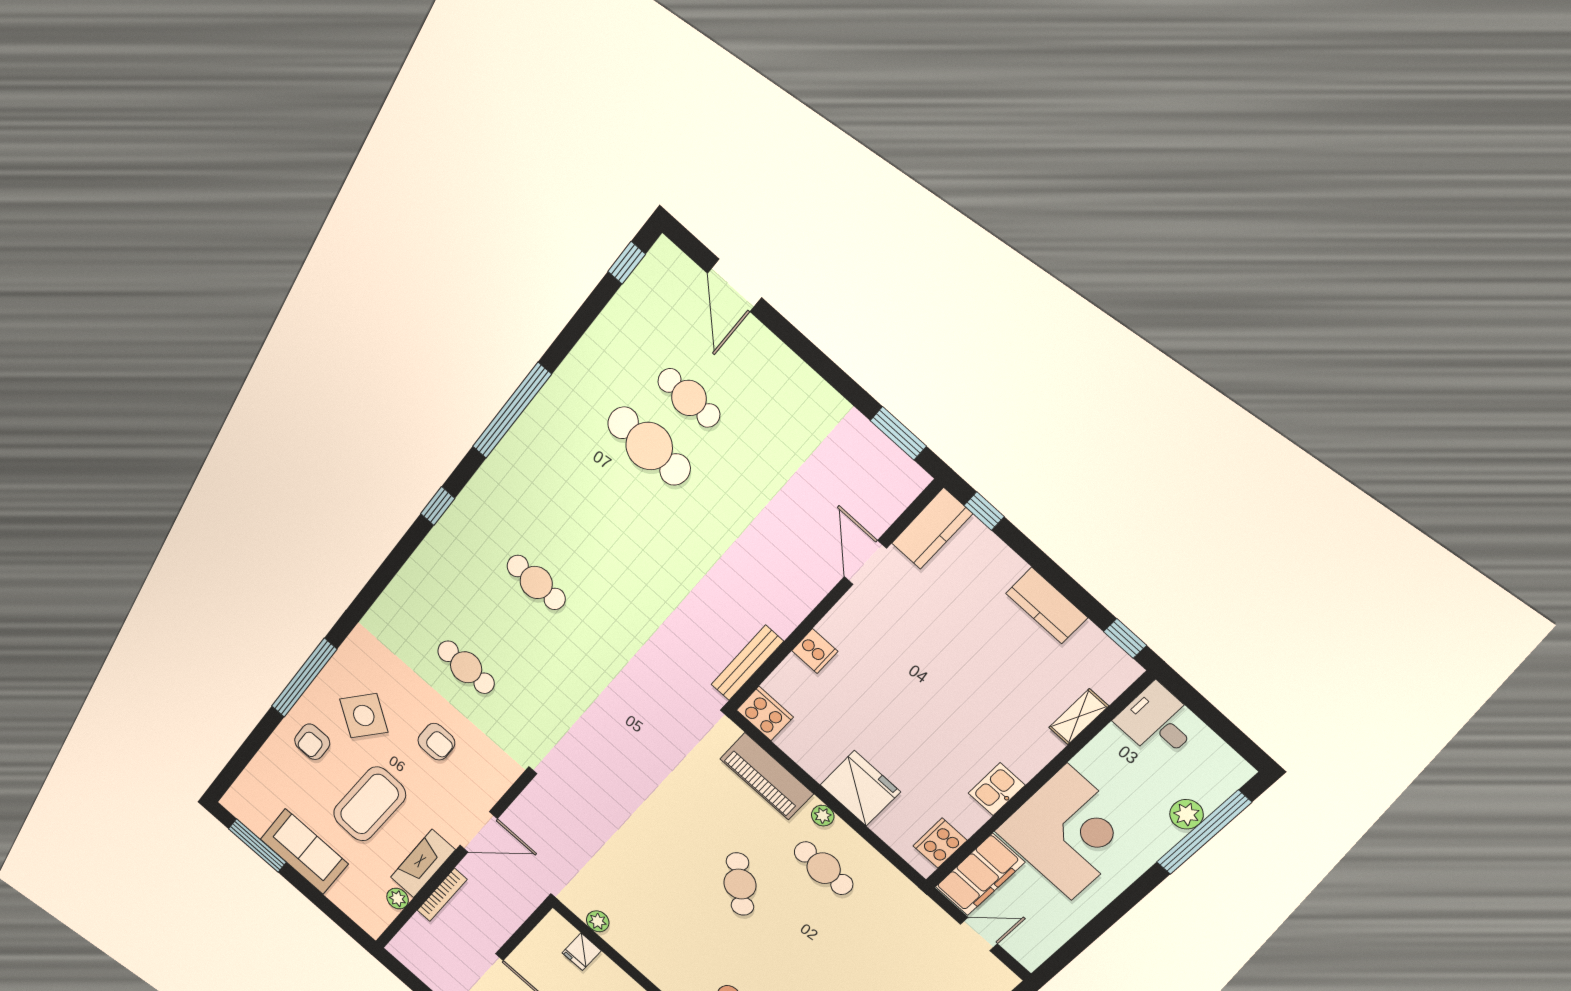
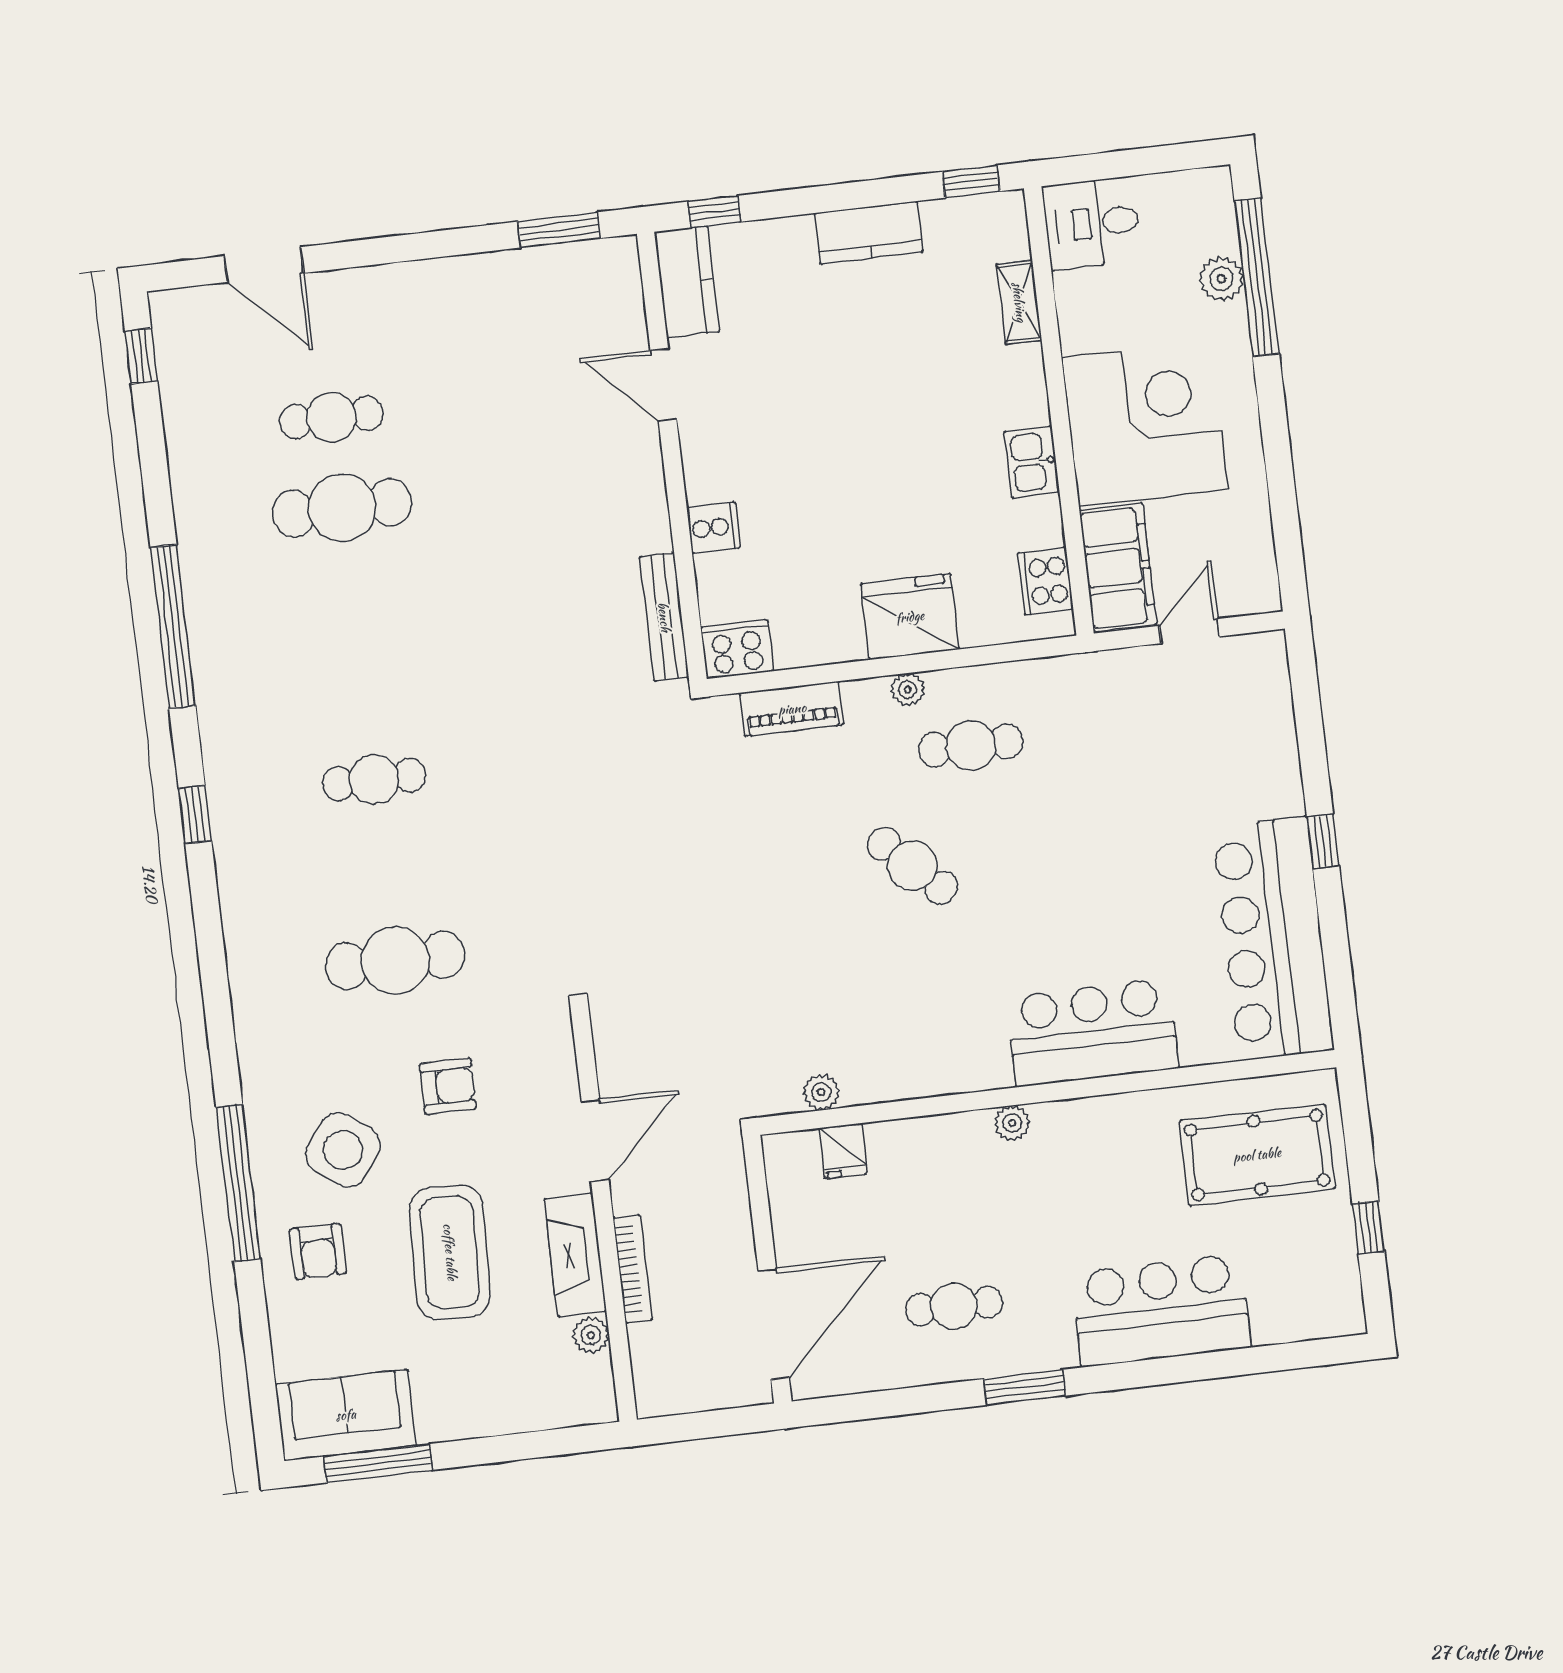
cafe table: (466, 667) -> (395, 960), width x1.37, depth x1.35
piano: (767, 776) -> (792, 709), width x0.73, depth x0.75
sofa: (304, 852) -> (346, 1415), moved

